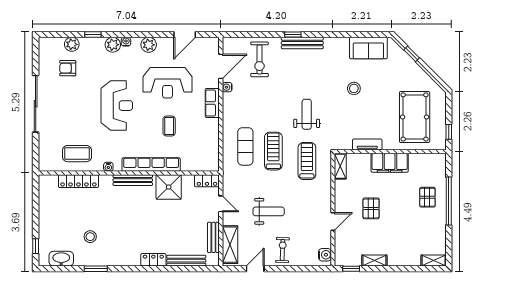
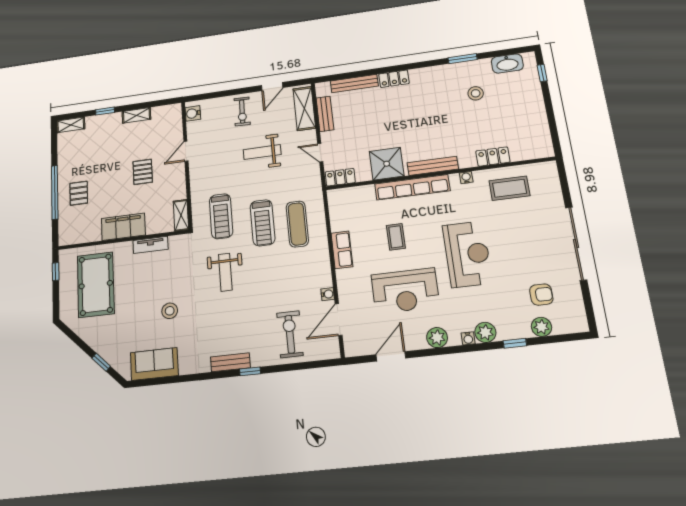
bench: (302, 43) -> (230, 362), width x0.73
reception desk: (167, 83) -> (405, 291), turned 180
row of seats: (212, 103) -> (342, 250), moved
reception desk: (117, 106) -> (467, 254), turned 180
locker: (78, 181) -> (493, 157), width x0.66
window: (351, 269) -> (105, 111), moved

